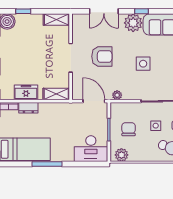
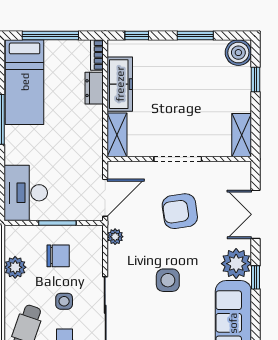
armchair: (102, 56) -> (180, 211), turned 82
freezer: (26, 92) -> (120, 84), width x1.40
plant: (121, 155) -> (15, 267), moved

